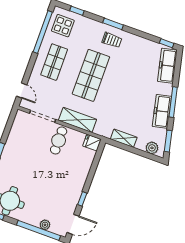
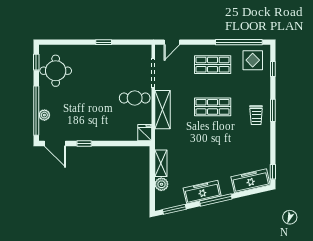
shop shelf: (91, 75) -> (213, 107), width x0.70, depth x0.74
plant: (152, 148) -> (161, 184), moved

